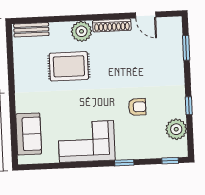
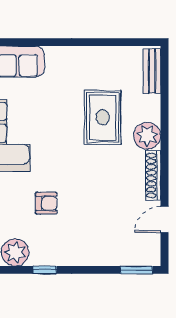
window: (186, 48) -> (136, 270), moved
armchair: (137, 107) -> (46, 203), turned -90

